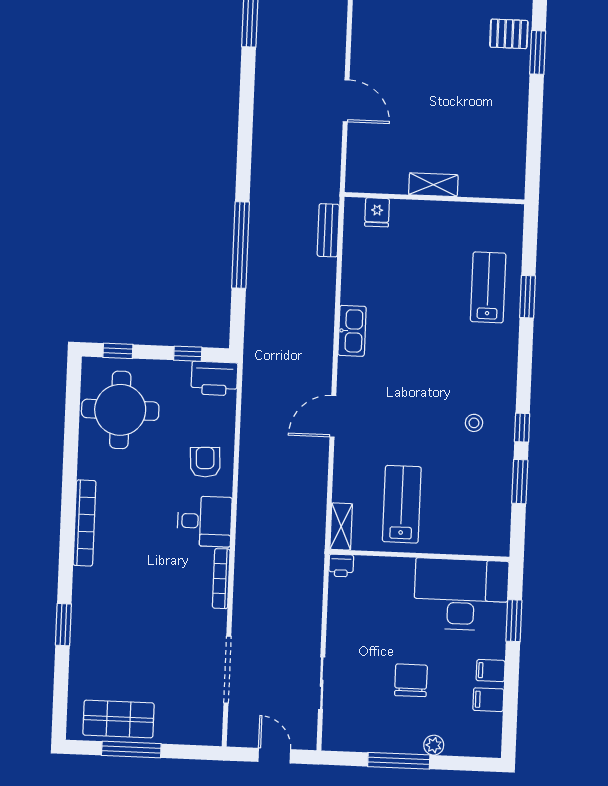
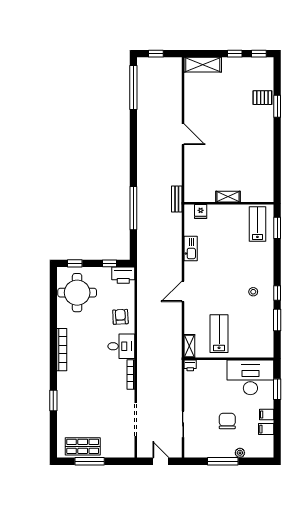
shelving: (433, 185) -> (228, 197), moved
wall: (434, 198) -> (229, 203), moved
fridge: (377, 212) -> (201, 211), moved

